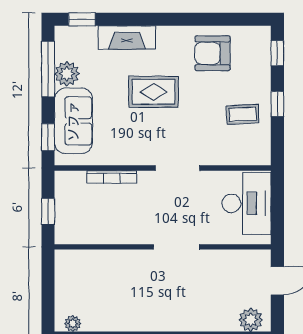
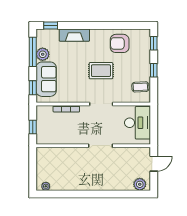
rug: (153, 92) -> (101, 71), moved
coffee table: (243, 114) -> (140, 87), moved

